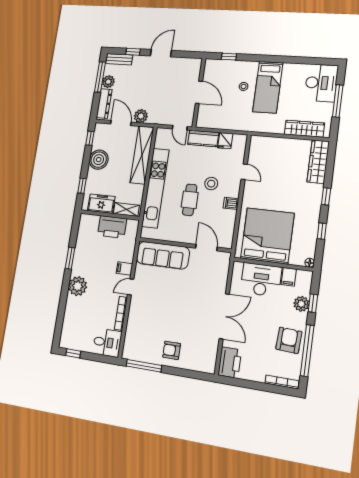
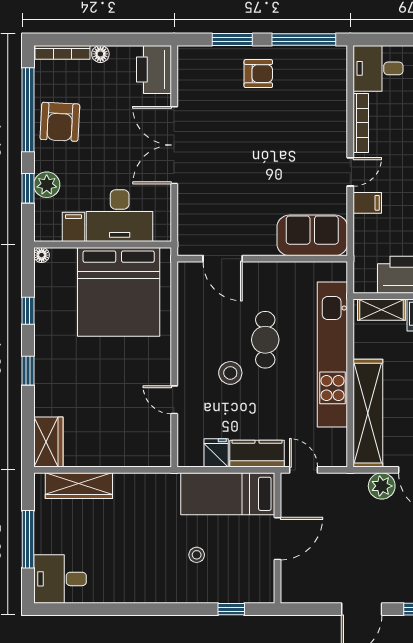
desk: (321, 83) -> (60, 579), width x0.73
bed: (268, 87) -> (228, 494), moved, turned -90
door: (199, 92) -> (278, 539), swing flipped
wardrobe: (318, 162) -> (48, 442), width x0.67
dishwasher: (231, 203) -> (190, 341), removed
sofa: (163, 255) -> (312, 235), width x0.73
window: (183, 373) -> (232, 40), added
floor lamp: (260, 377) -> (100, 54), added

